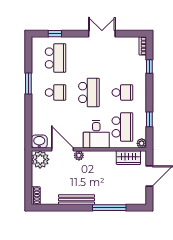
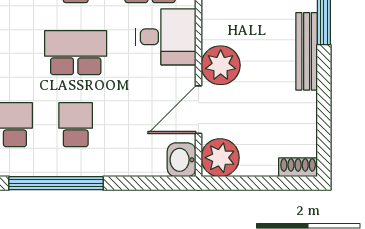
window: (28, 83) -> (56, 183), width x2.11
plant: (79, 155) -> (221, 65), width x1.88, depth x1.88
bench: (76, 200) -> (307, 51), moved

